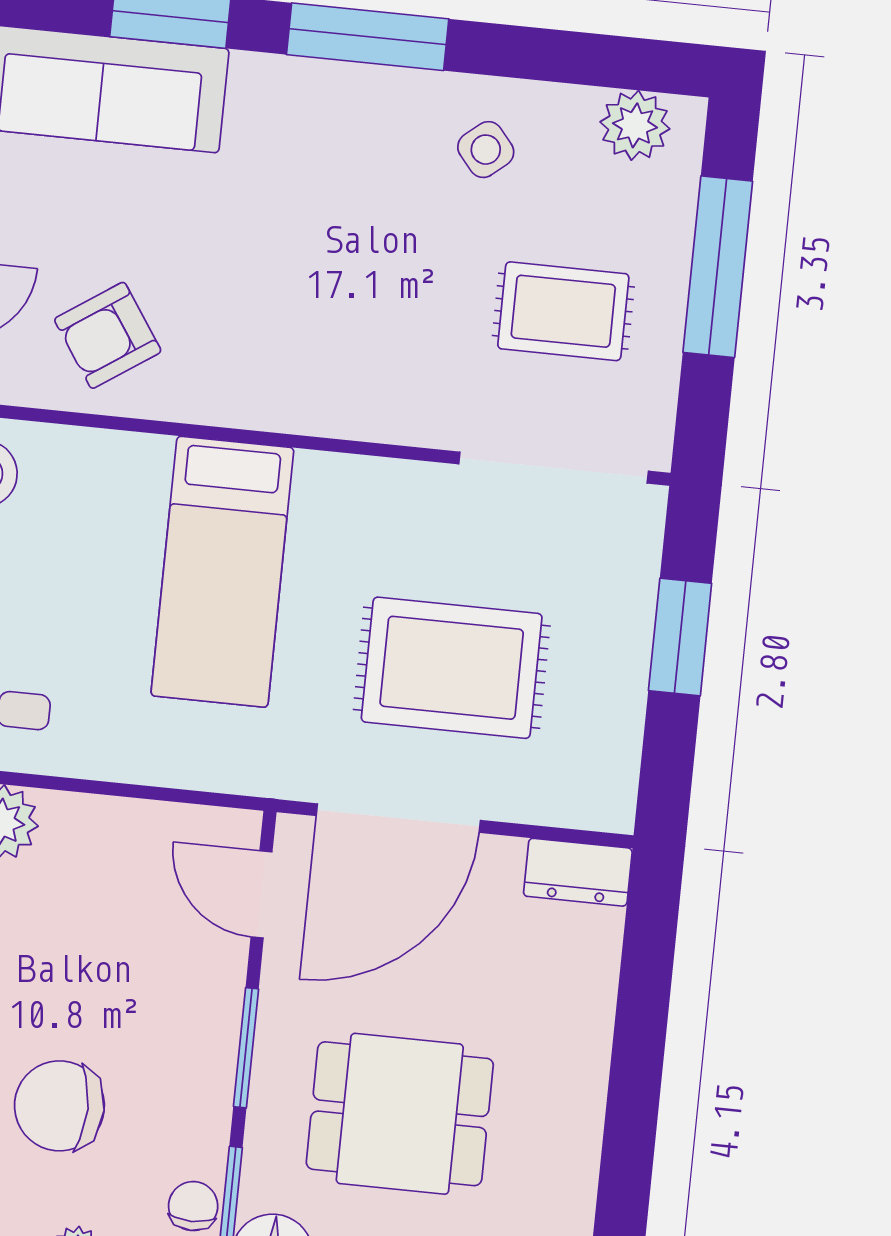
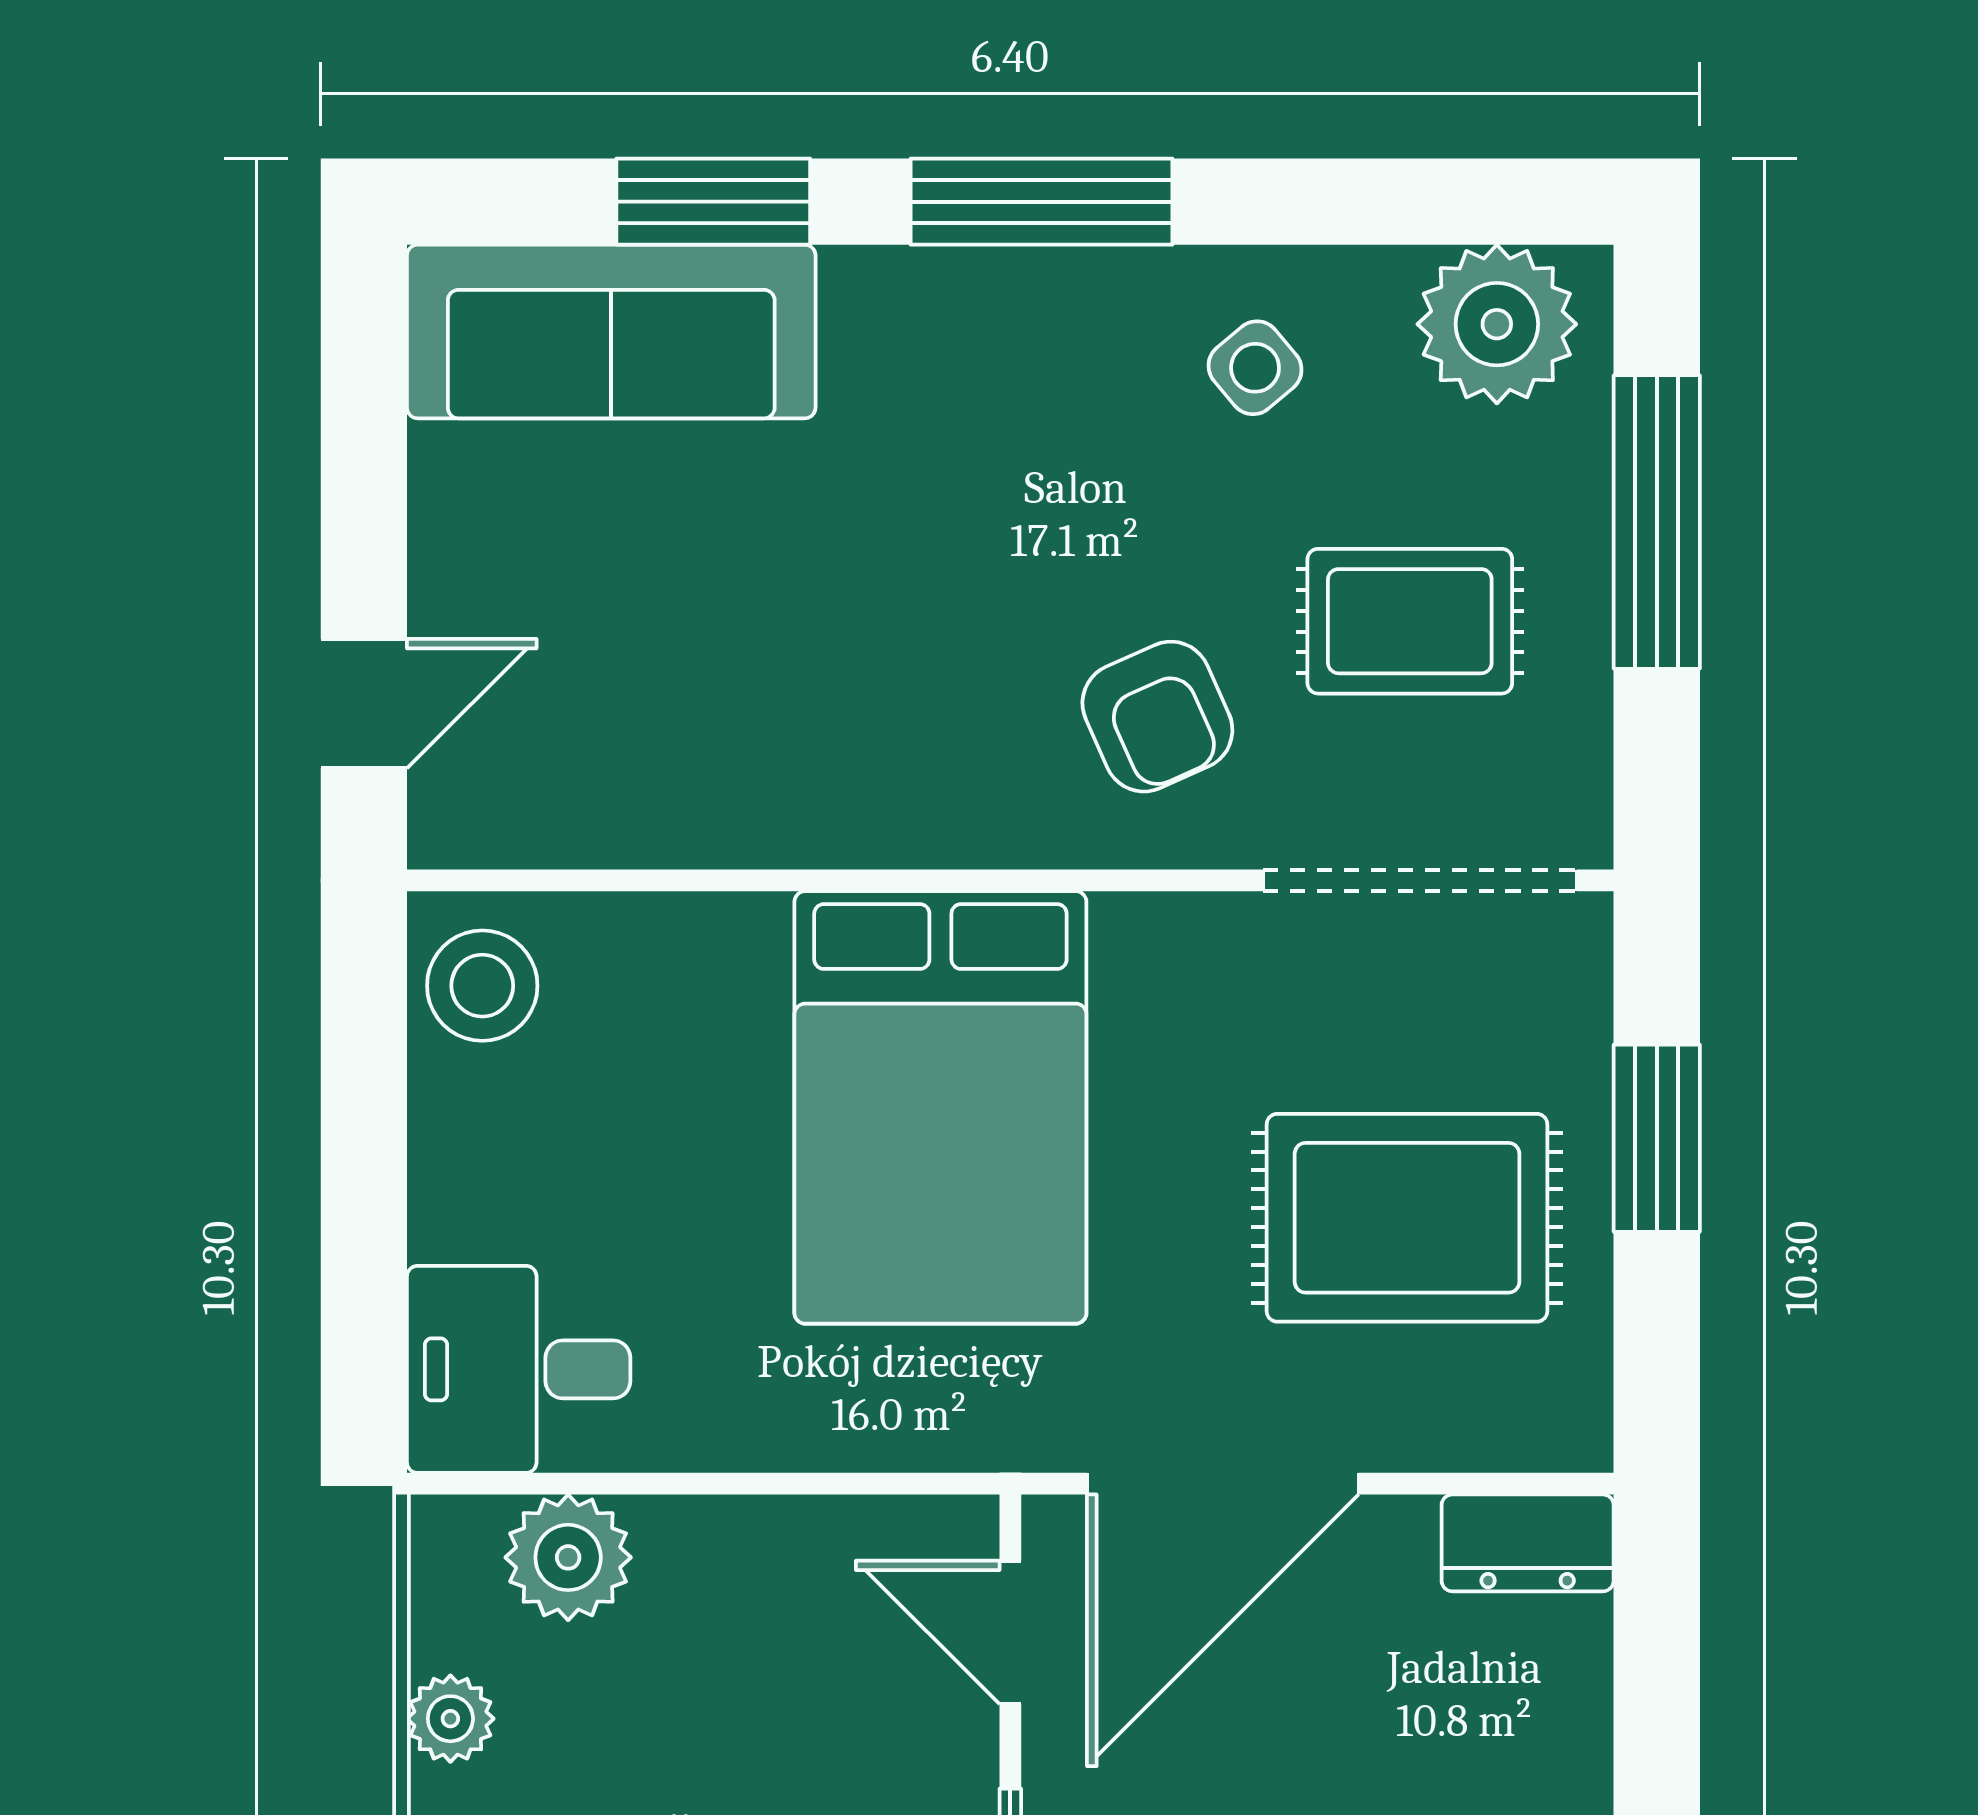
plant: (635, 125) -> (1497, 324), width x1.36, depth x1.36
armchair: (108, 335) -> (1157, 717), moved, turned -80
bed: (222, 572) -> (940, 1107), width x1.50
rug: (452, 668) -> (1407, 1218), moved

